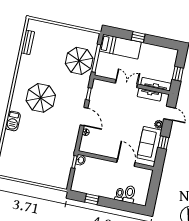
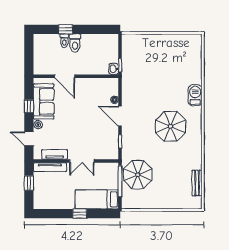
toilet: (129, 194) -> (75, 43), moved
window: (92, 199) -> (66, 29), moved

